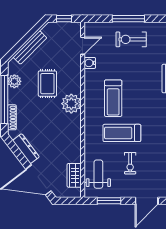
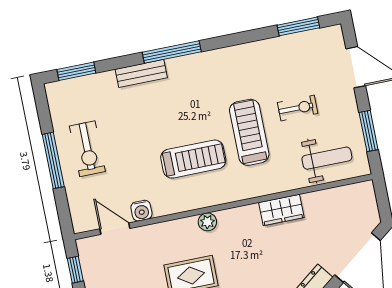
plant: (71, 104) -> (207, 222), width x0.53, depth x0.53
treadmill: (122, 133) -> (249, 132), turned 180
weight bench: (98, 174) -> (327, 158), turned 180
wardrobe: (74, 175) -> (281, 210), moved

